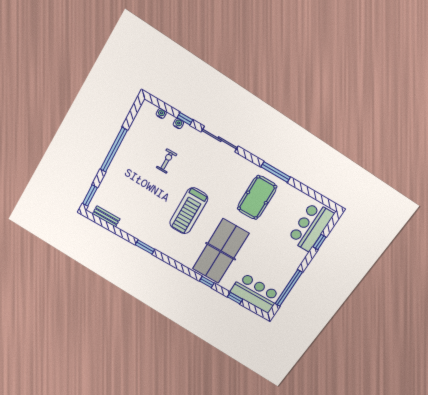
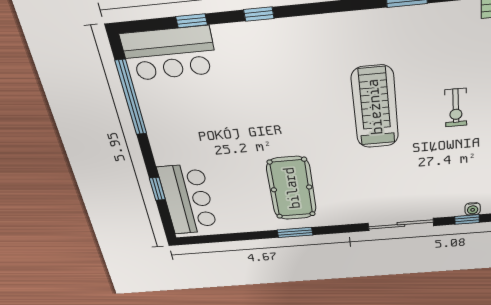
exercise bike: (167, 161) -> (456, 108), moved
window: (276, 172) -> (295, 232), width x0.69
table tennis table: (221, 251) -> (279, 81), removed

